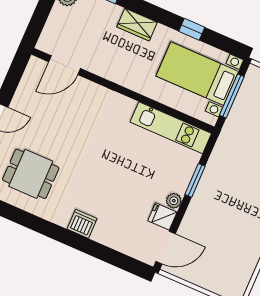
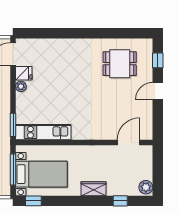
window: (192, 29) -> (33, 201), moved
window: (195, 180) -> (13, 125), moved
dishwasher: (82, 224) -> (73, 46), removed

